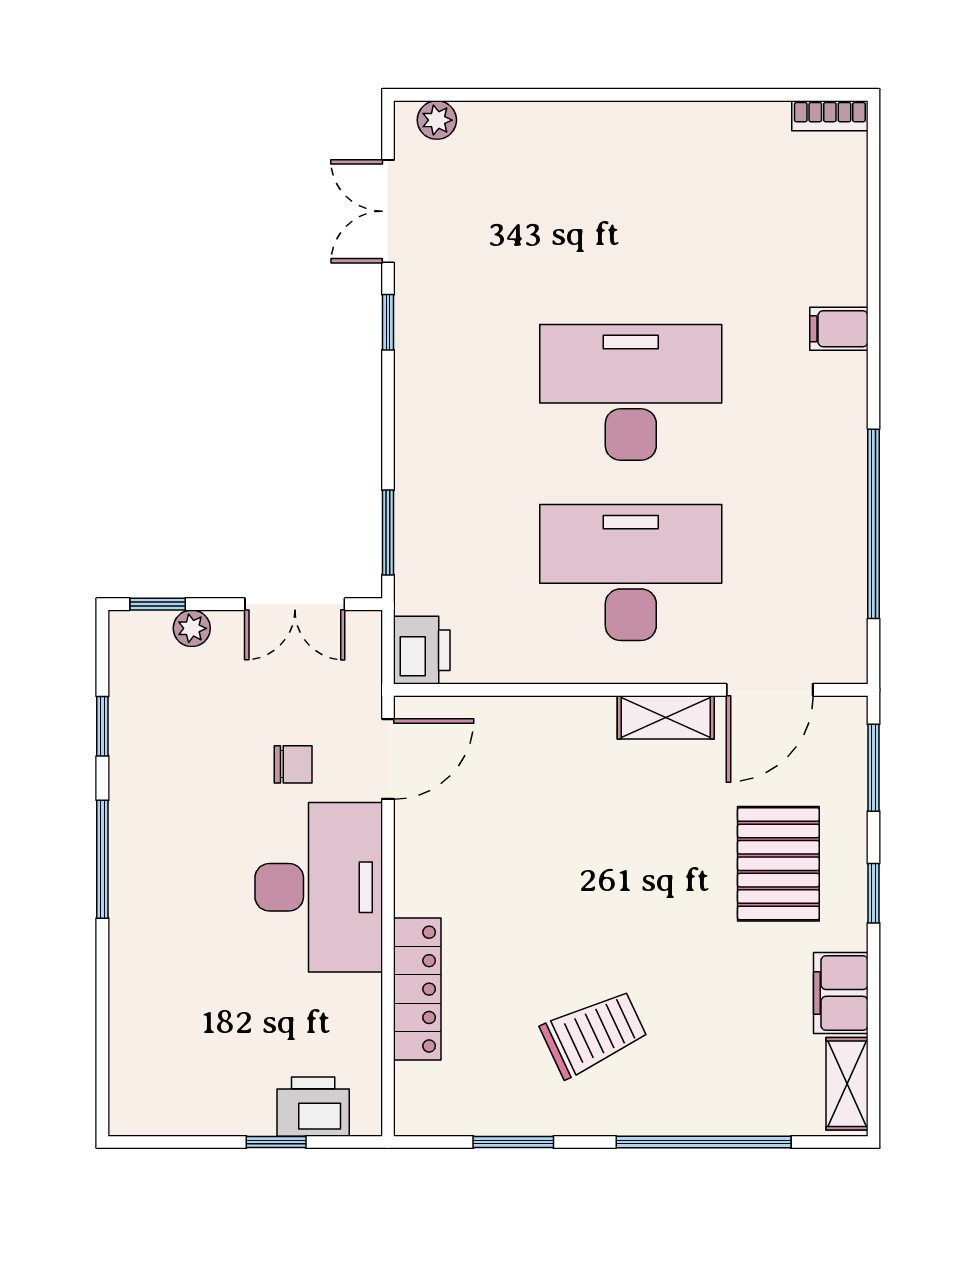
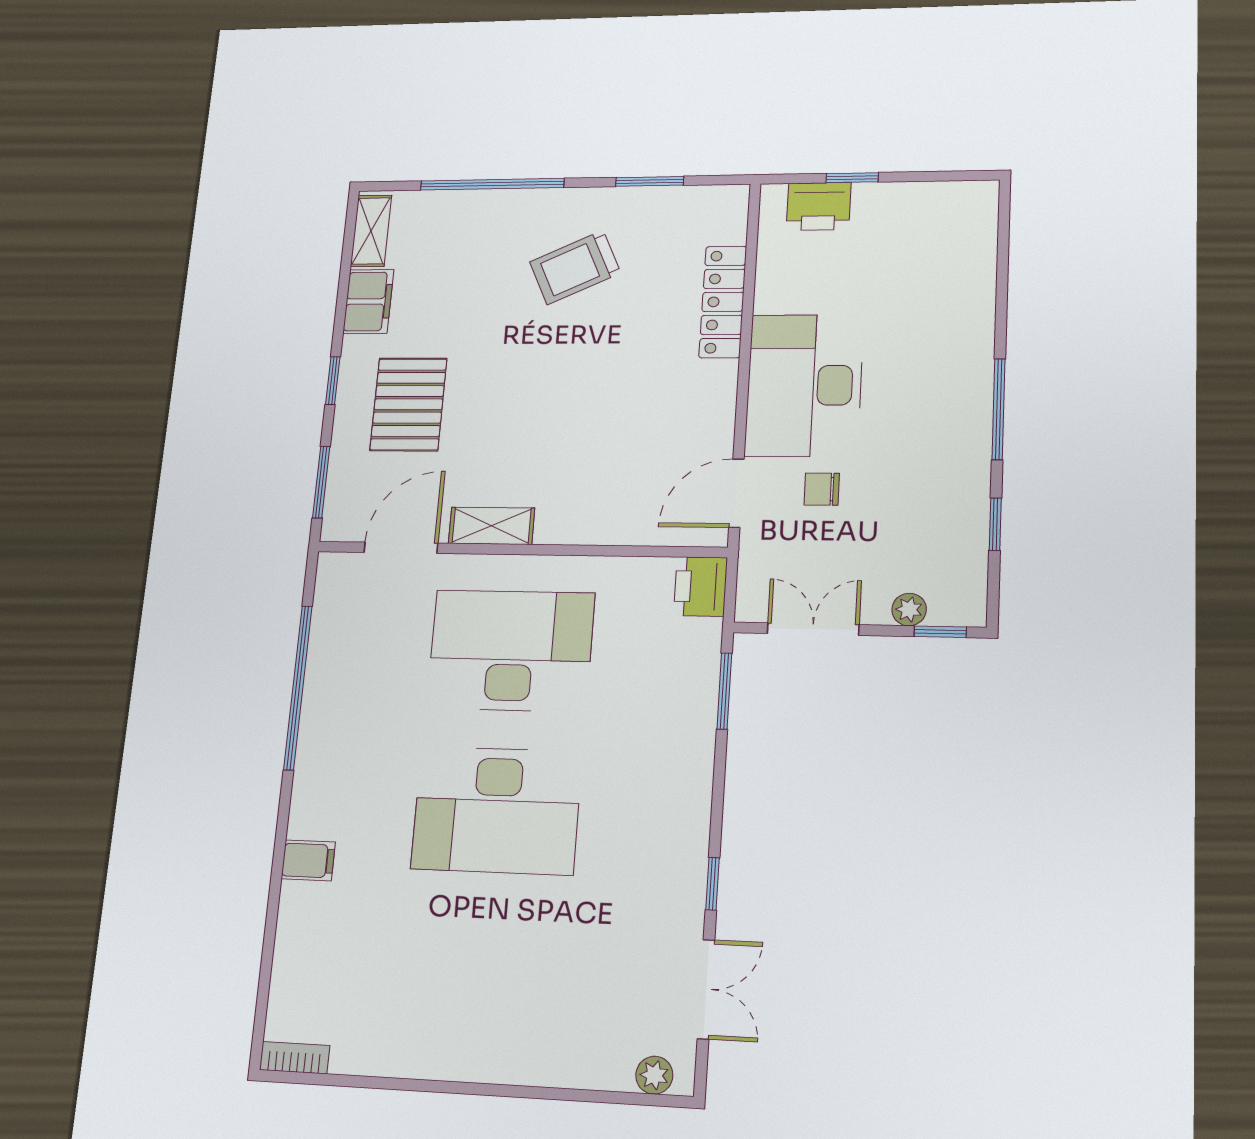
desk: (631, 572) -> (511, 650), turned 180

